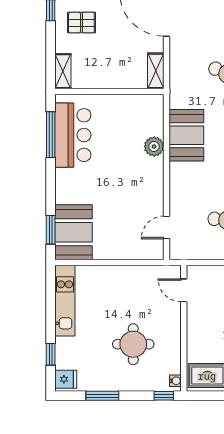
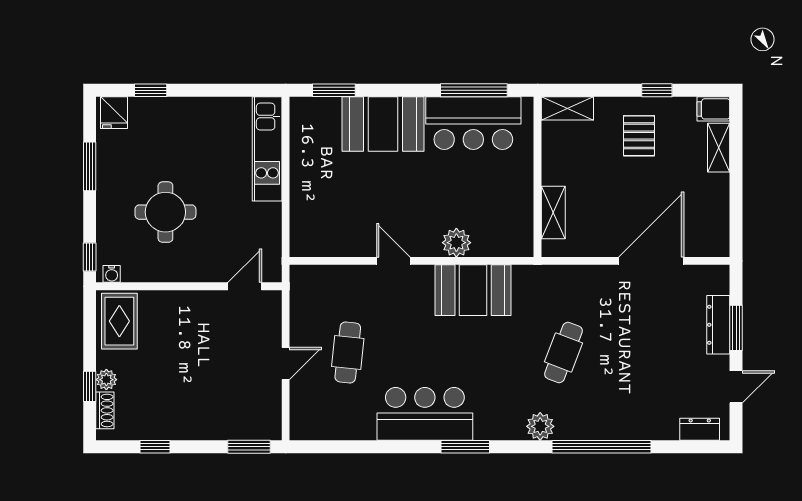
shelving: (156, 71) -> (553, 213), moved, turned 90
door: (166, 228) -> (393, 261), moved
booth: (73, 232) -> (383, 124), moved
kitchen unit: (65, 301) -> (267, 149), moved, turned 90

